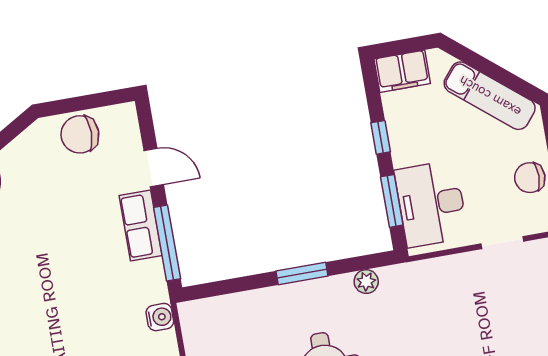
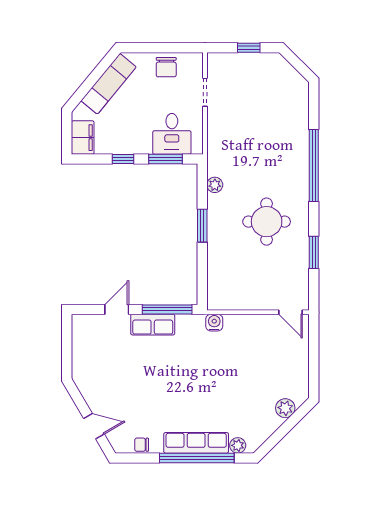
chair: (80, 134) -> (87, 353), removed
desk: (431, 204) -> (172, 134), width x0.73

